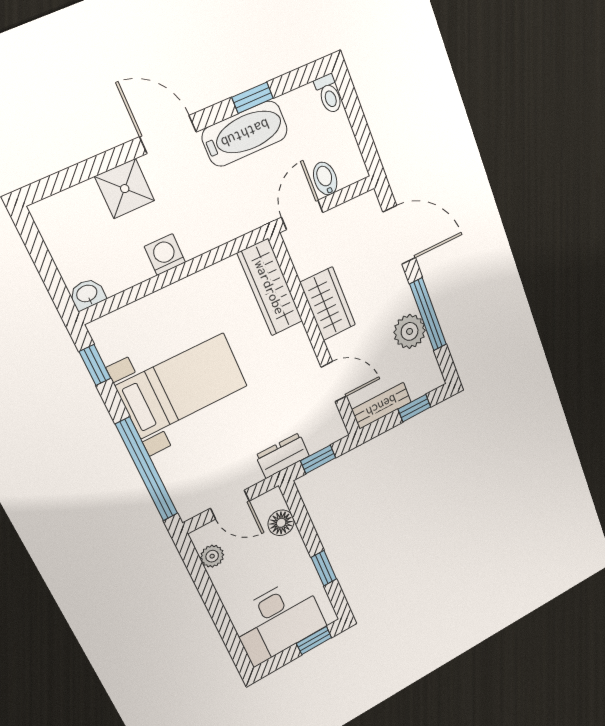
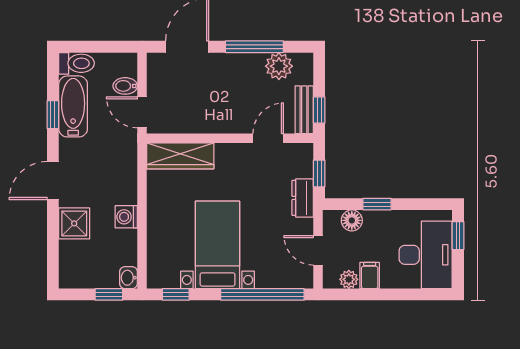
toilet: (329, 94) -> (76, 63), width x1.37, depth x1.39
bathtub: (245, 134) -> (73, 106), moved
window: (52, 279) -> (109, 294), added
wardrobe: (328, 304) -> (211, 119), removed
plant: (410, 331) -> (279, 66), moved
window: (414, 408) -> (319, 110), moved
door: (230, 505) -> (318, 250), swing flipped
window: (324, 568) -> (377, 204), moved
filing cabinet: (227, 576) -> (370, 276), added

